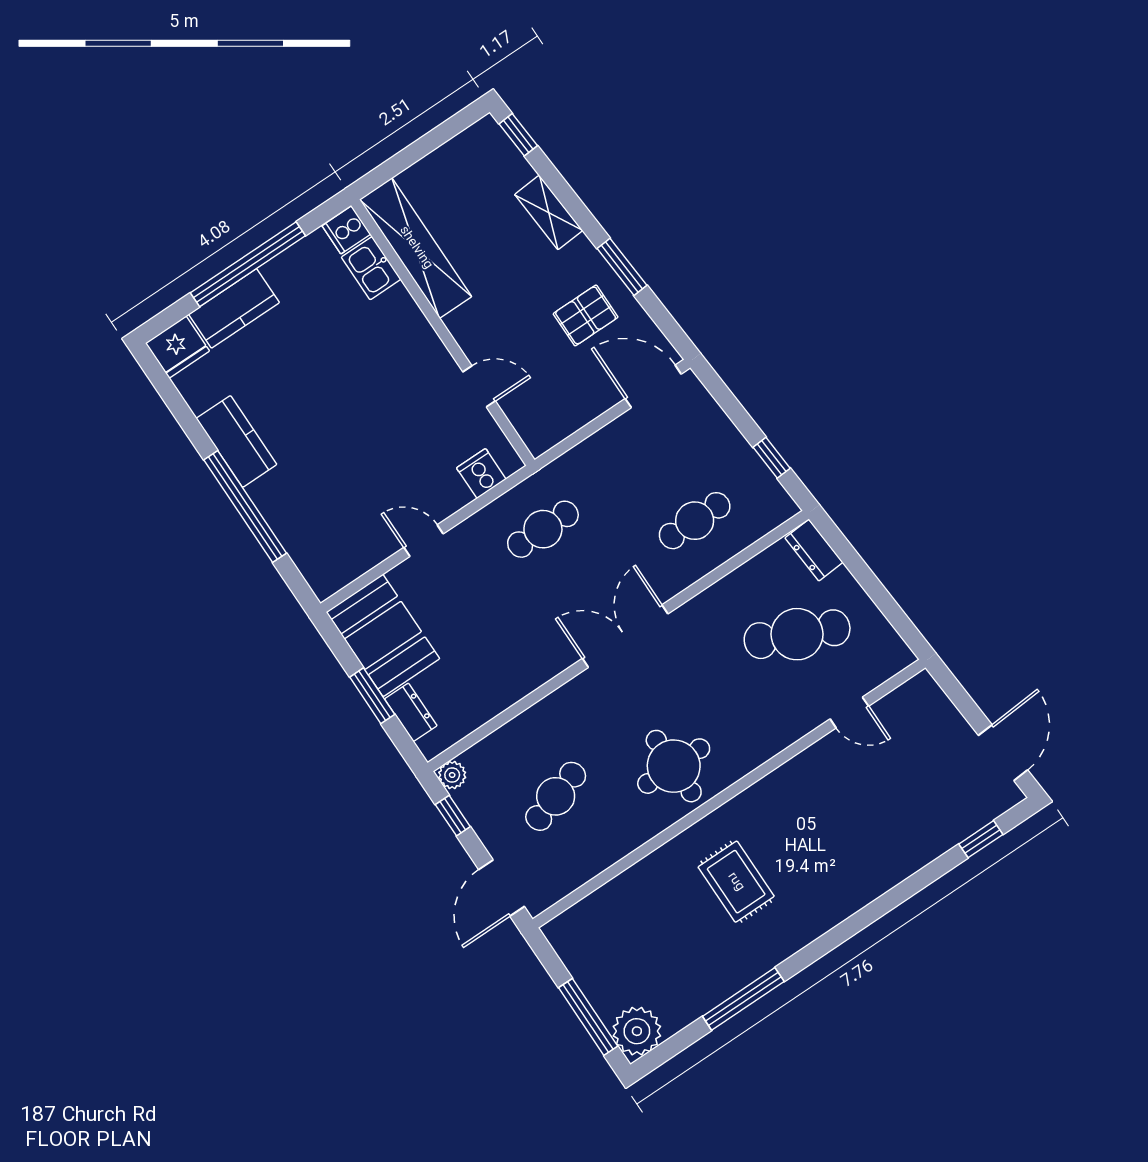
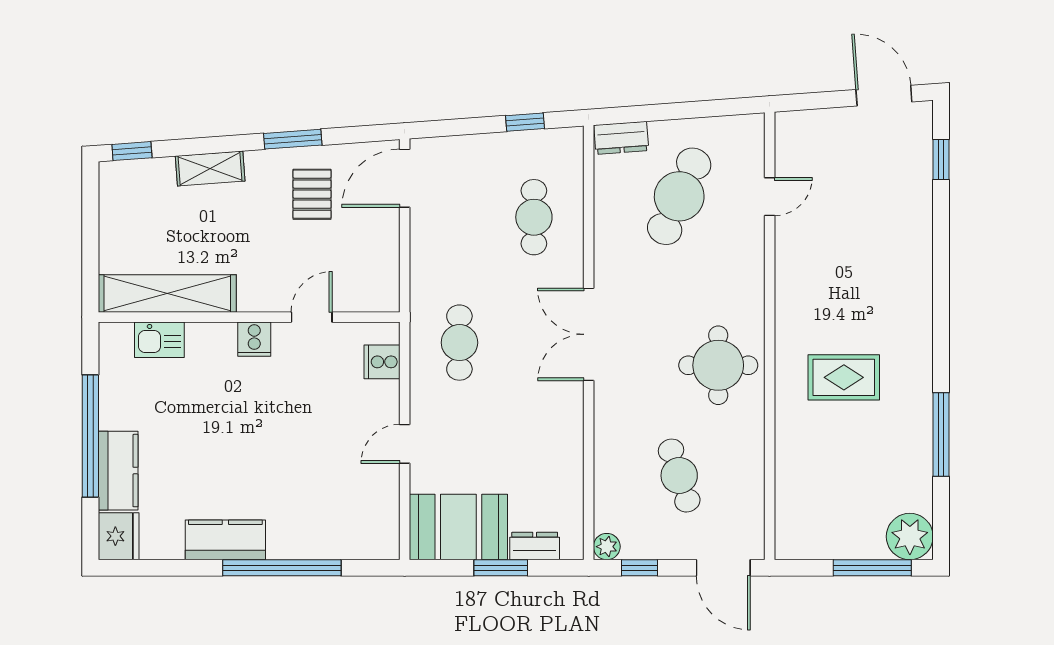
cooker: (346, 230) -> (254, 339), moved

